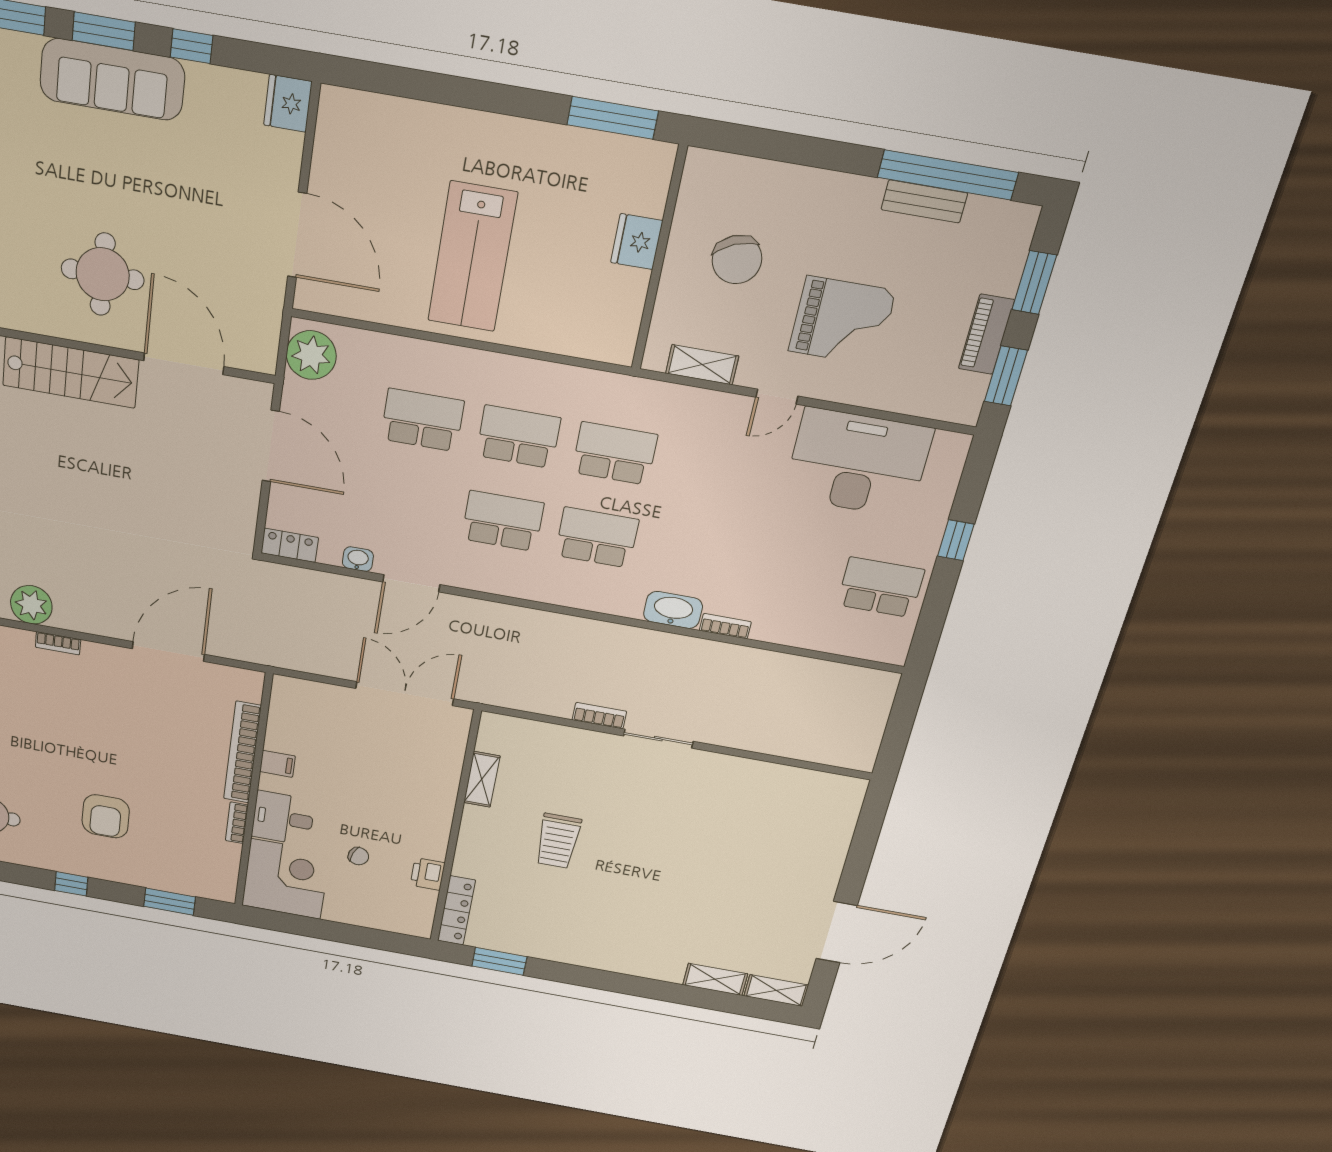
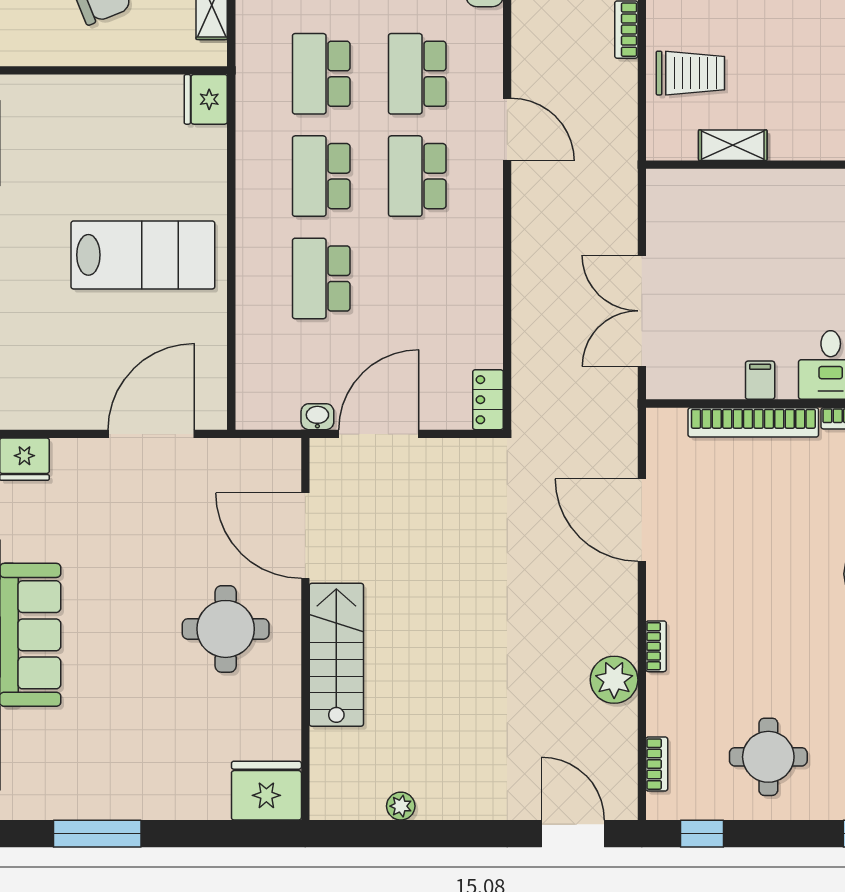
fridge: (637, 242) -> (206, 99), moved, turned 90
plant: (311, 355) -> (272, 404), removed
door: (184, 364) -> (305, 536), hinge flipped
washbasin: (358, 559) -> (317, 417), moved, turned 90
door: (411, 583) -> (507, 129), moved
double door: (405, 694) -> (642, 311), moved
trolley: (558, 841) -> (690, 73), moved

